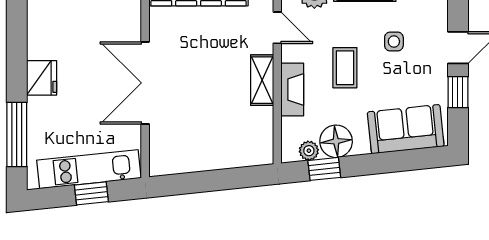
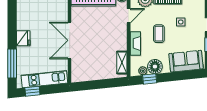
door: (277, 28) -> (129, 16), hinge flipped
shelving: (262, 80) -> (122, 63), moved
window: (91, 193) -> (32, 91), moved

